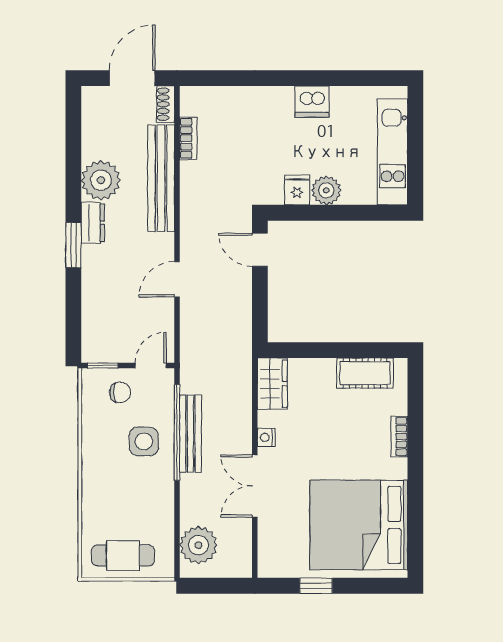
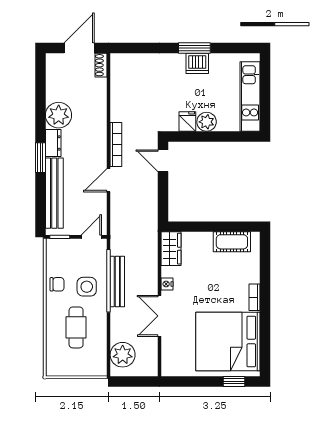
window: (308, 78) -> (194, 48), added
bookcase: (188, 138) -> (116, 145), moved, width x1.56
bench: (161, 178) -> (54, 193), moved
chair: (120, 392) -> (57, 284), moved
bookcase: (399, 437) -> (255, 297), moved
cafe table: (123, 555) -> (76, 327), moved, turned 90
window: (316, 586) -> (234, 381), moved

